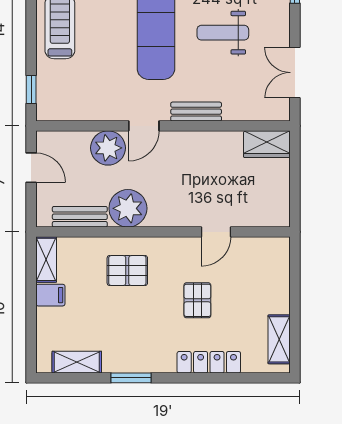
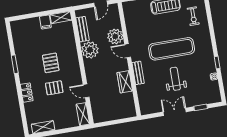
double door: (295, 73) -> (175, 112), moved
wardrobe: (267, 144) -> (125, 82), moved
pallet: (127, 271) -> (51, 63), moved
shelving: (77, 362) -> (83, 114), moved
locker: (209, 362) -> (27, 93), width x0.66

